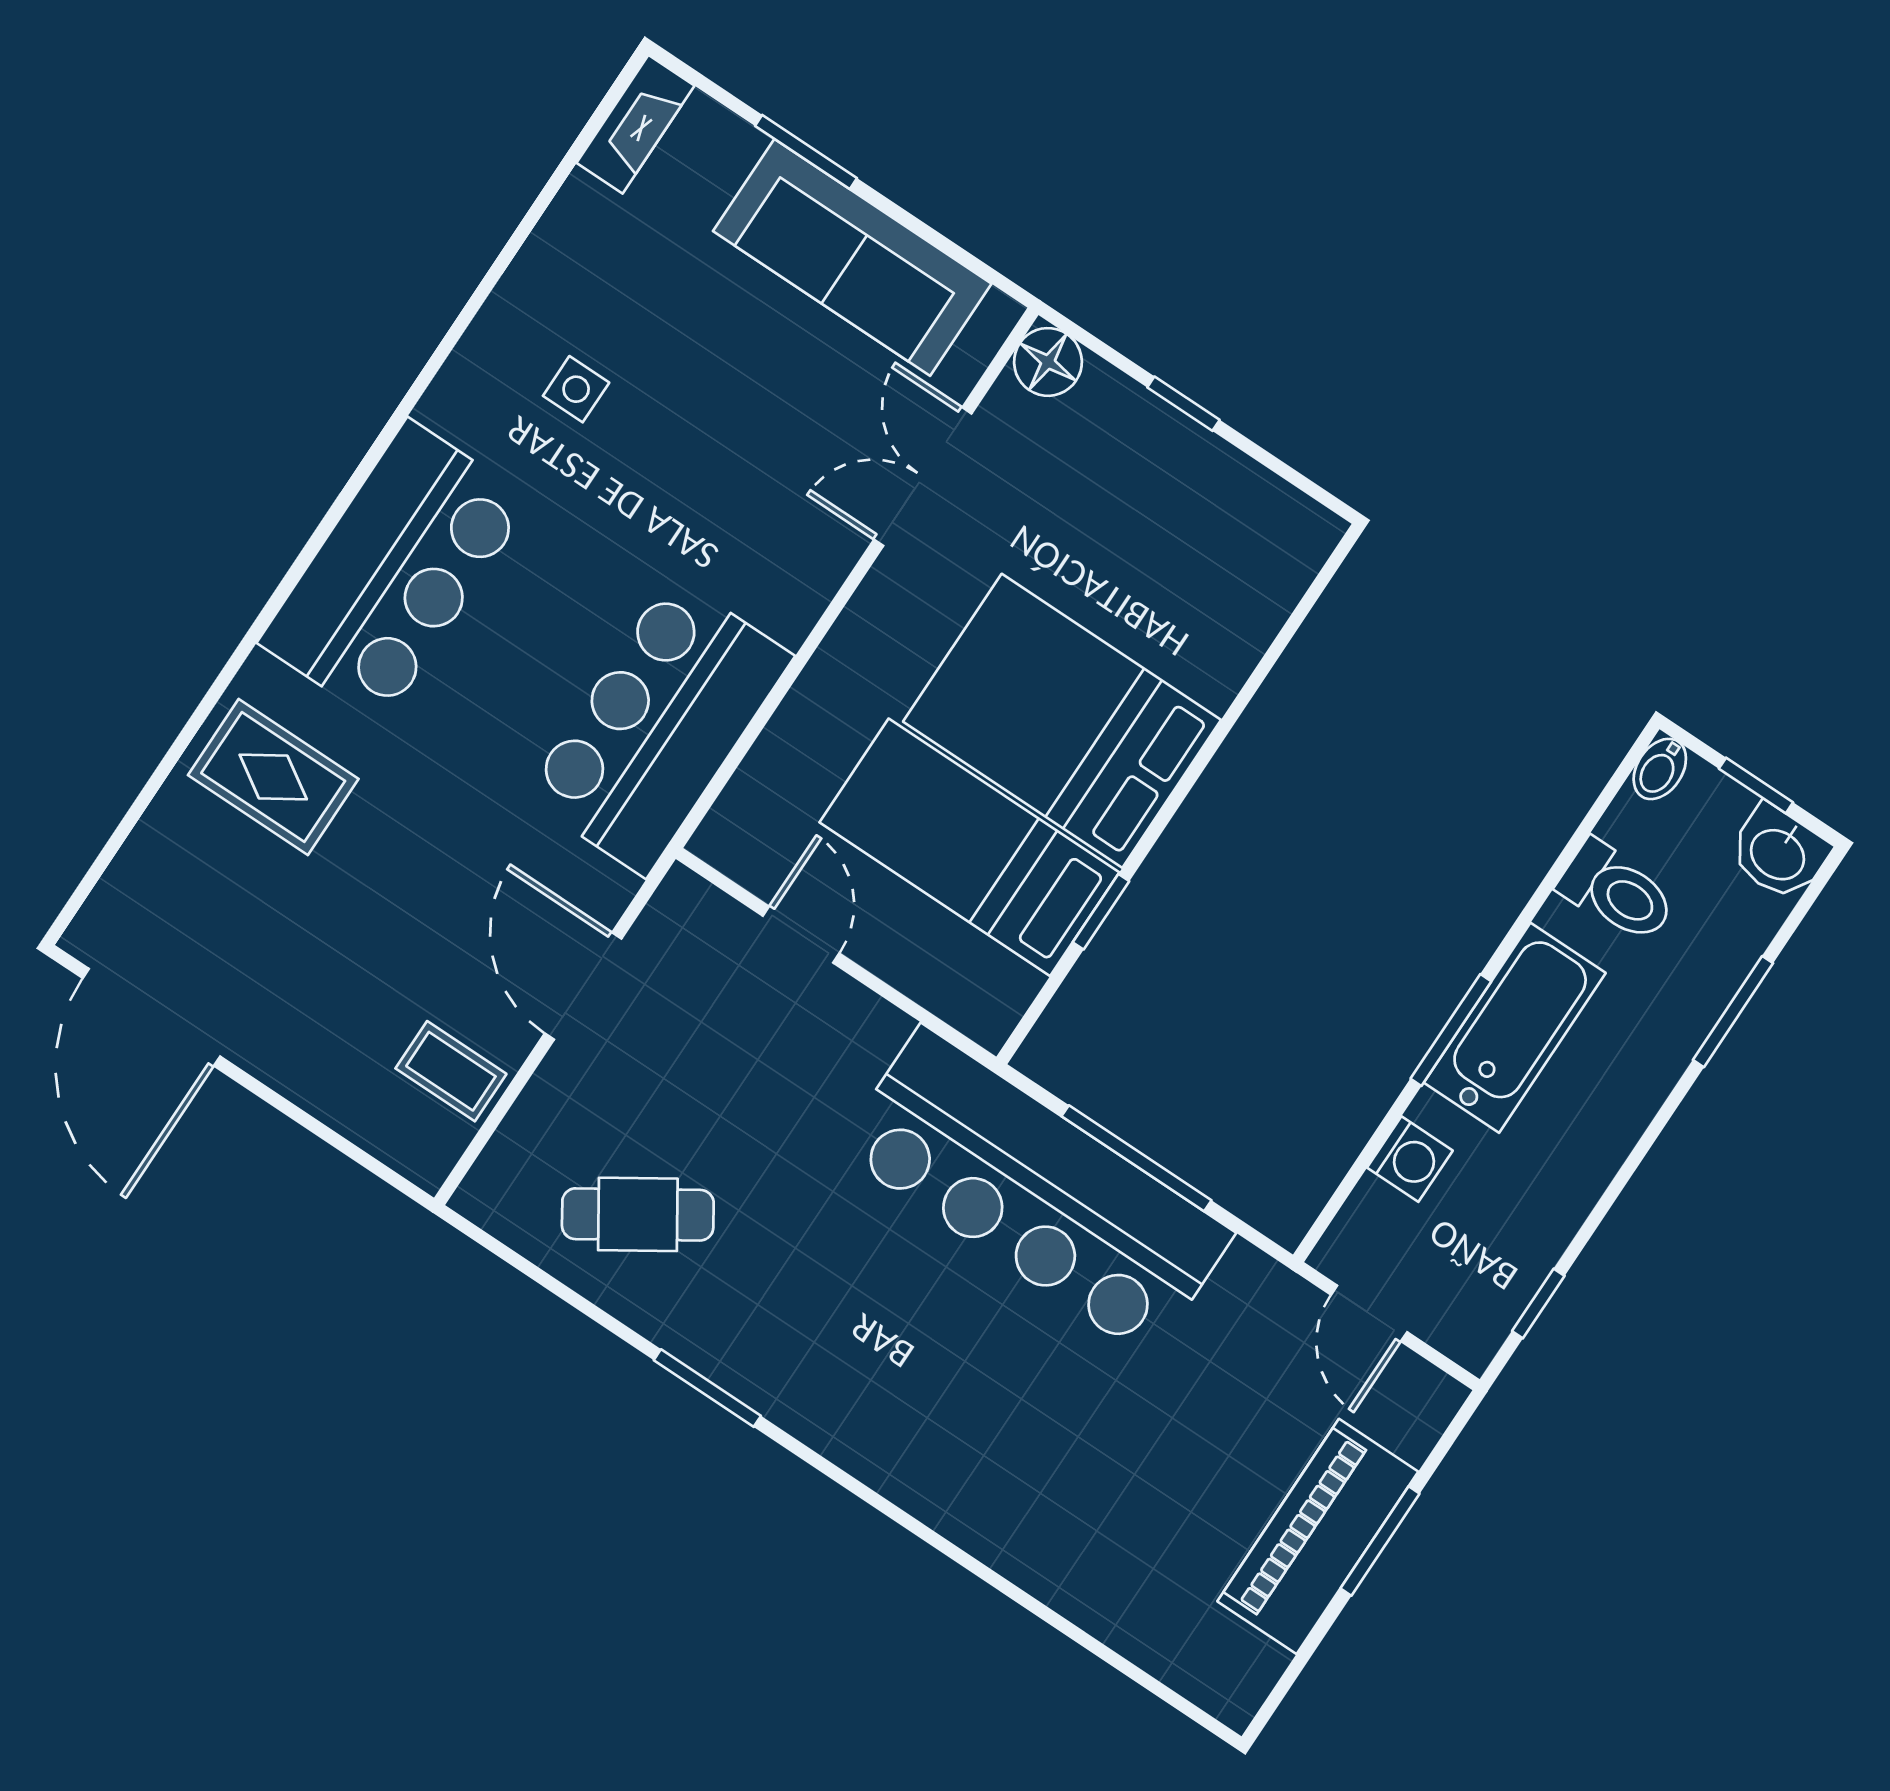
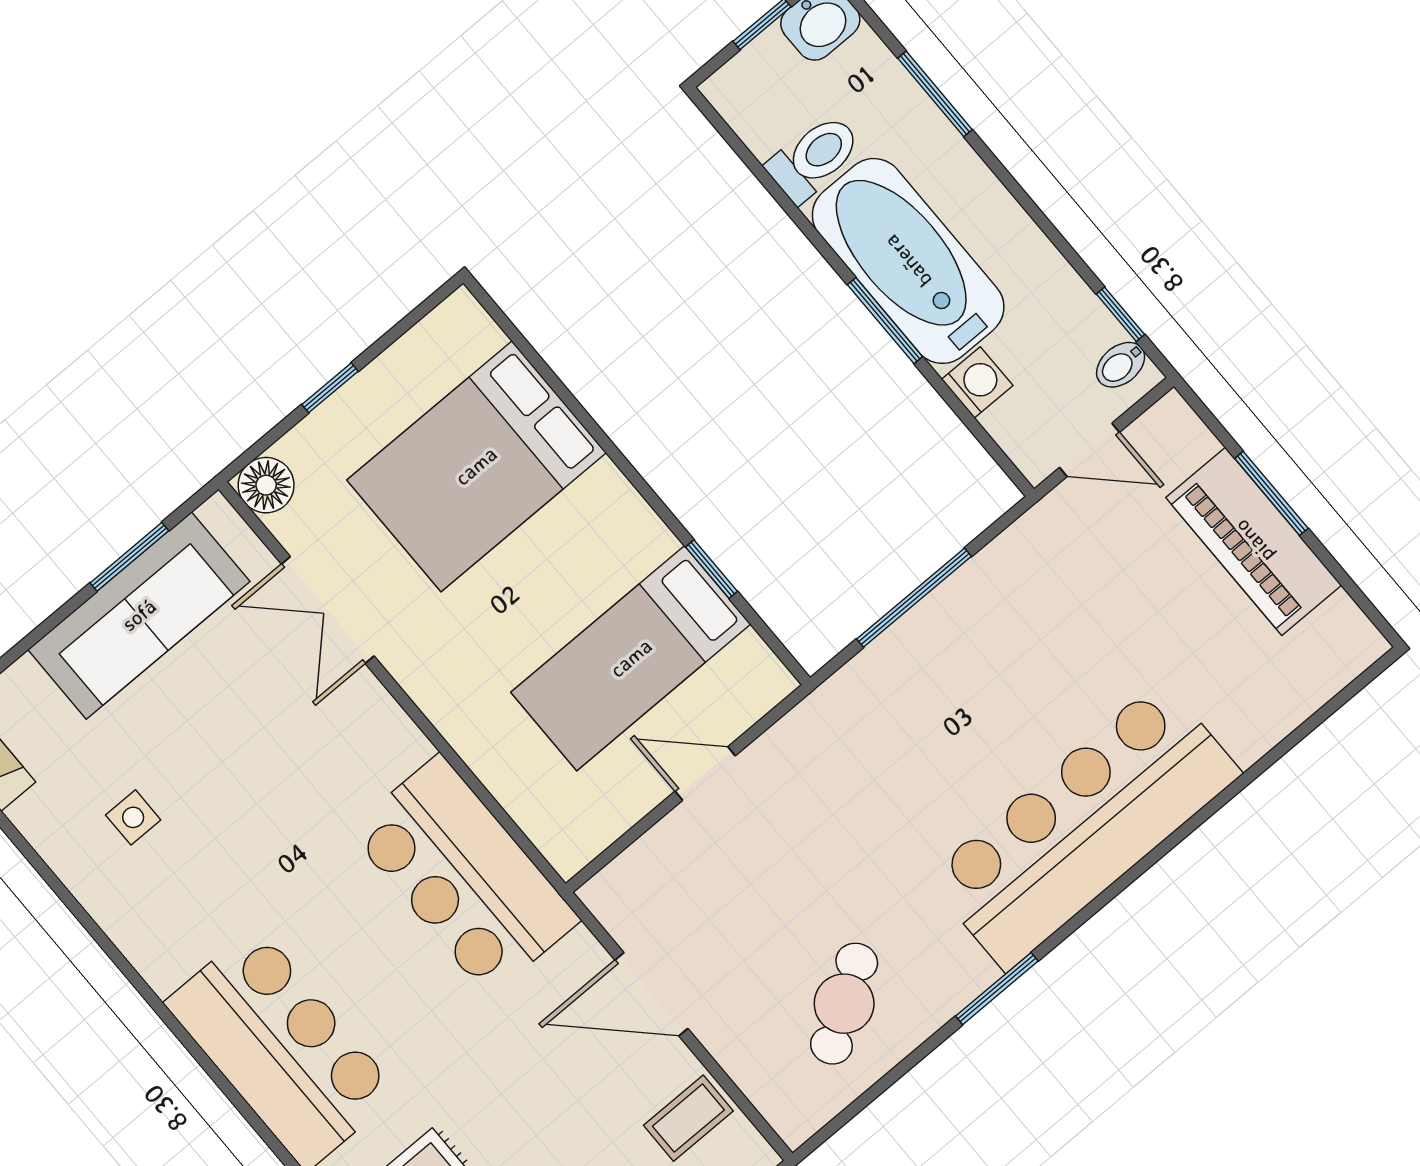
window: (806, 152) -> (129, 557), moved
side table: (576, 389) -> (133, 817), moved
bed: (1062, 721) -> (476, 466), moved
bidet: (1660, 769) -> (1121, 365), moved, turned 90
door: (801, 935) -> (705, 774), moved
bathtub: (1515, 1028) -> (908, 261), width x1.36, depth x1.36
bar counter: (1036, 1192) -> (1084, 825), moved, turned 180

